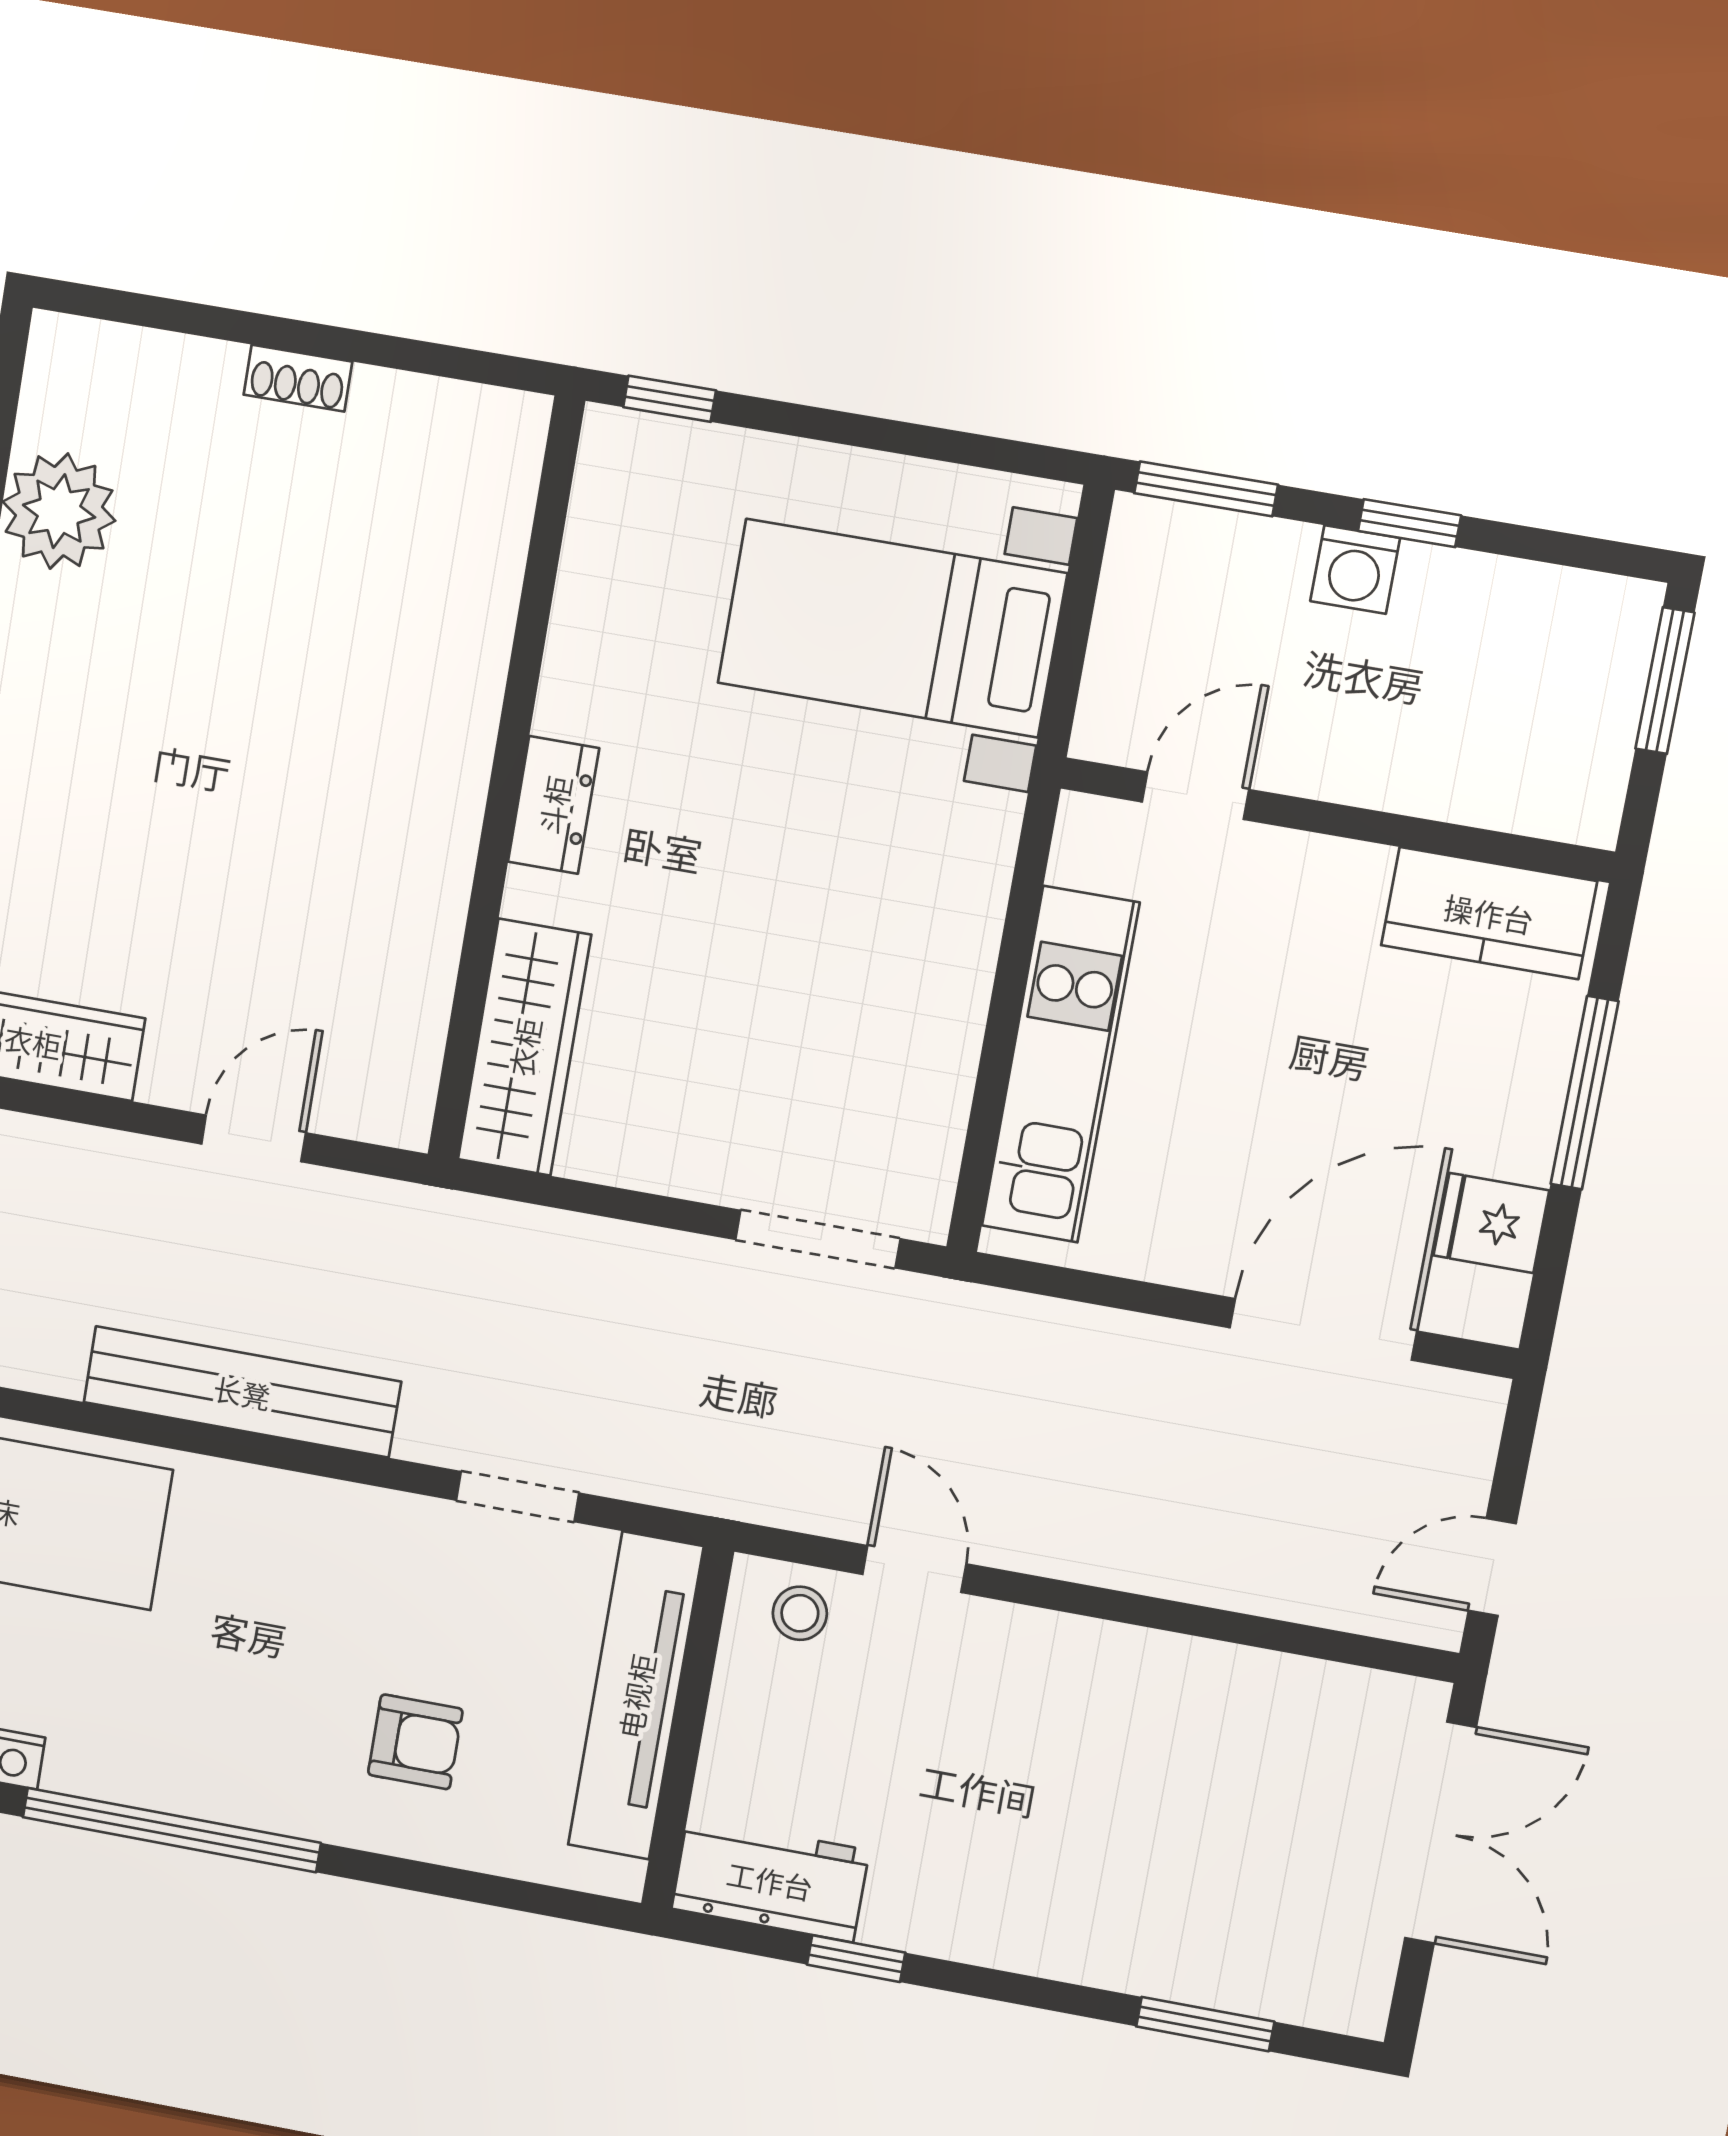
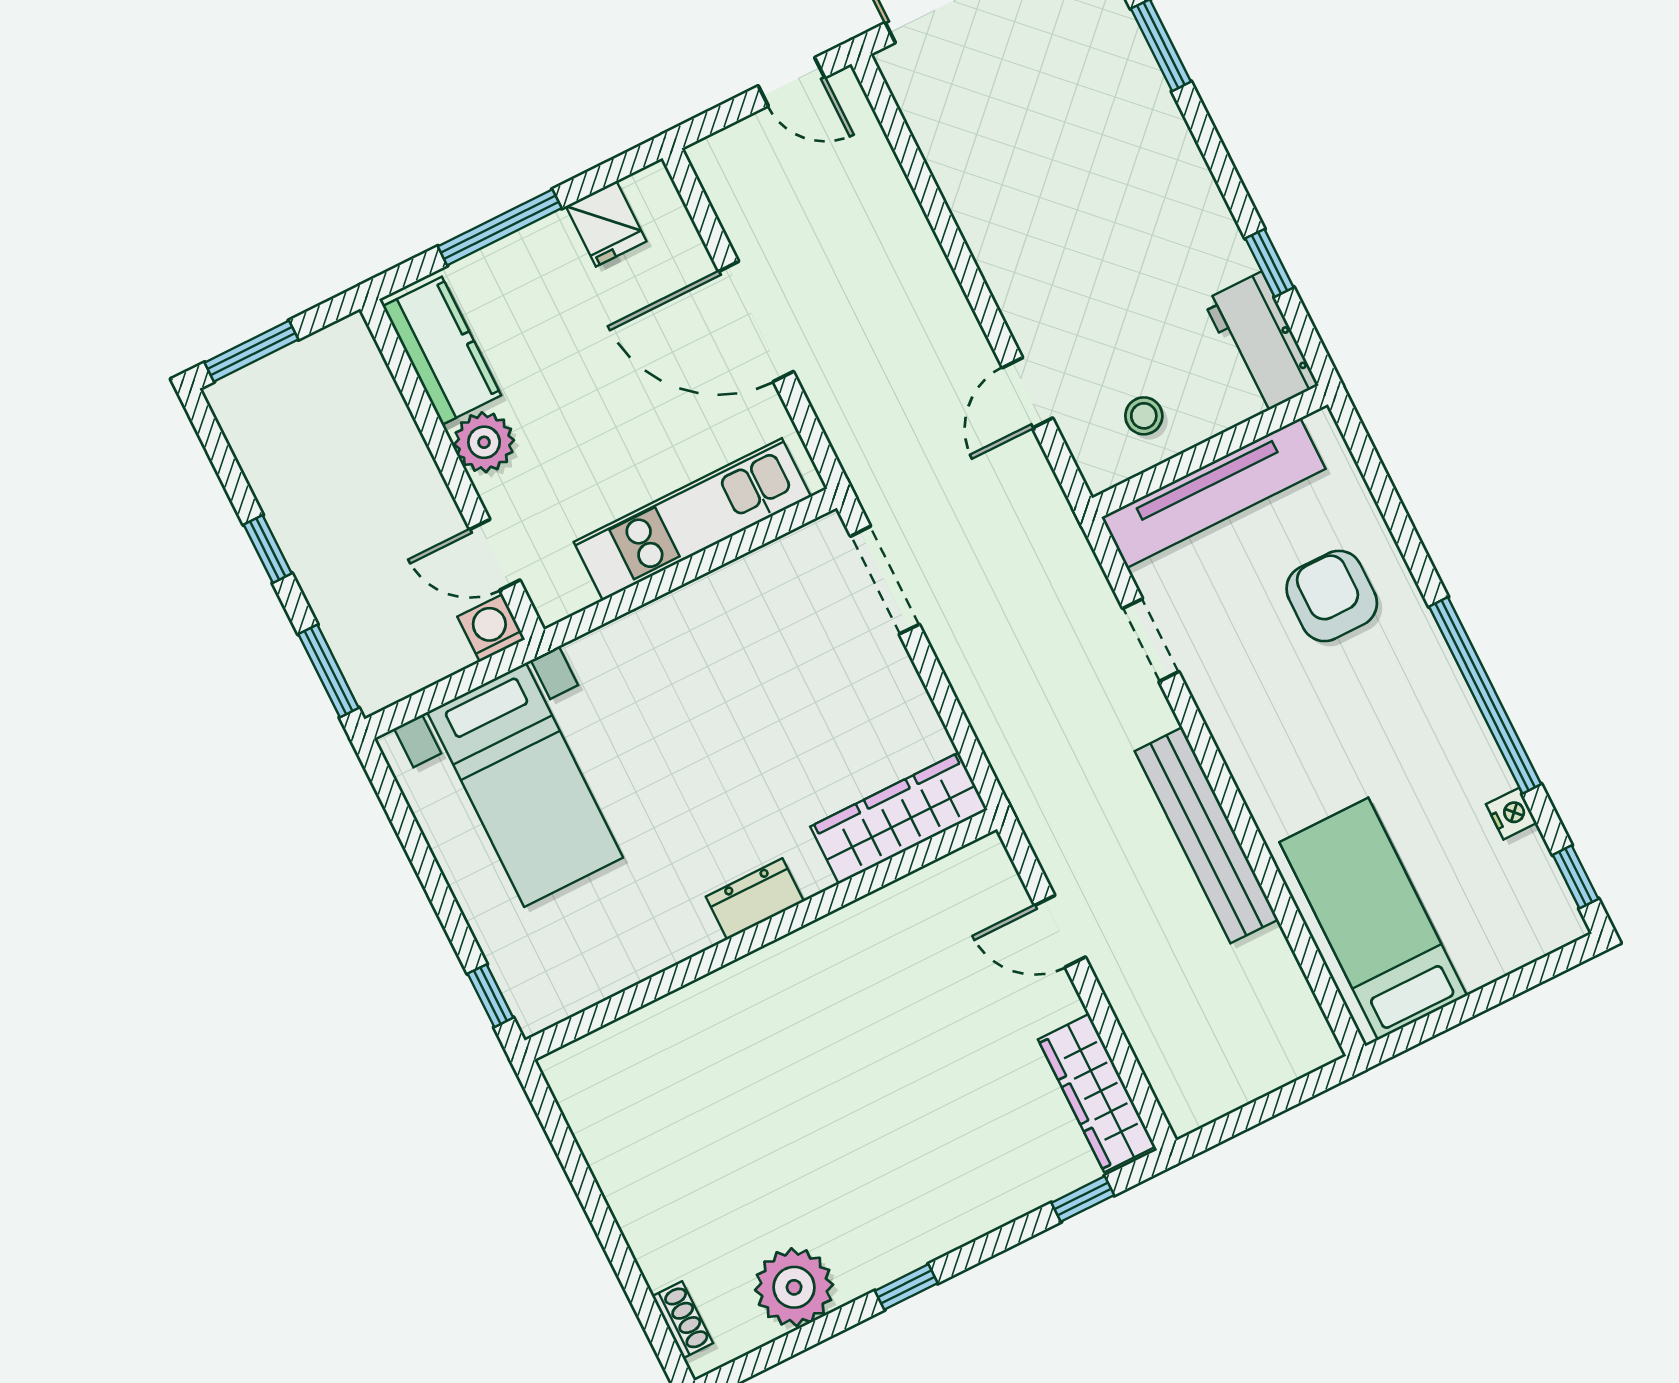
shoe rack: (298, 378) -> (683, 1320), moved
washing machine: (1355, 570) -> (491, 628), moved, turned -90
plant: (1340, 883) -> (484, 442), added
door: (1323, 1329) -> (756, 321), moved
stool: (800, 1613) -> (1144, 416), moved
armchair: (415, 1742) -> (1332, 596), width x1.38, depth x1.38

